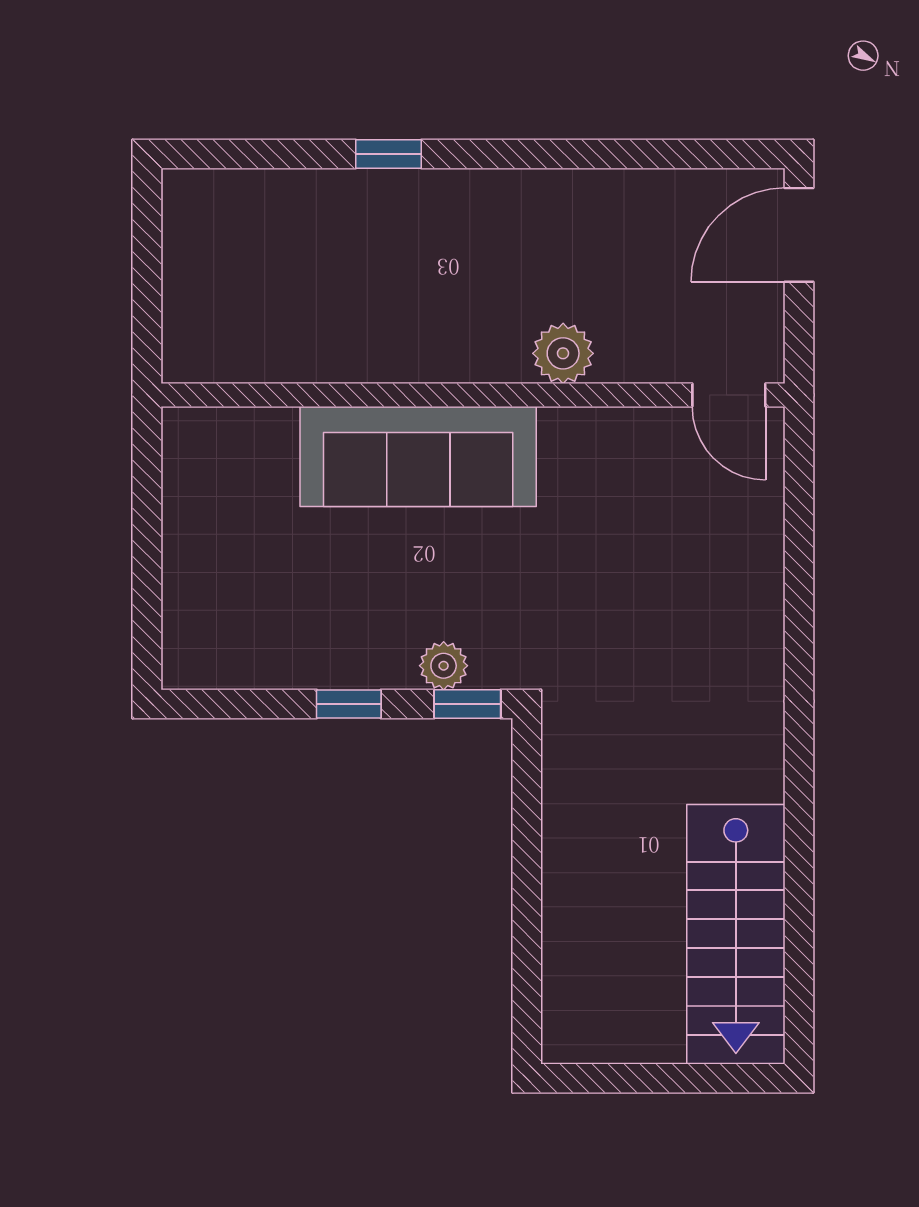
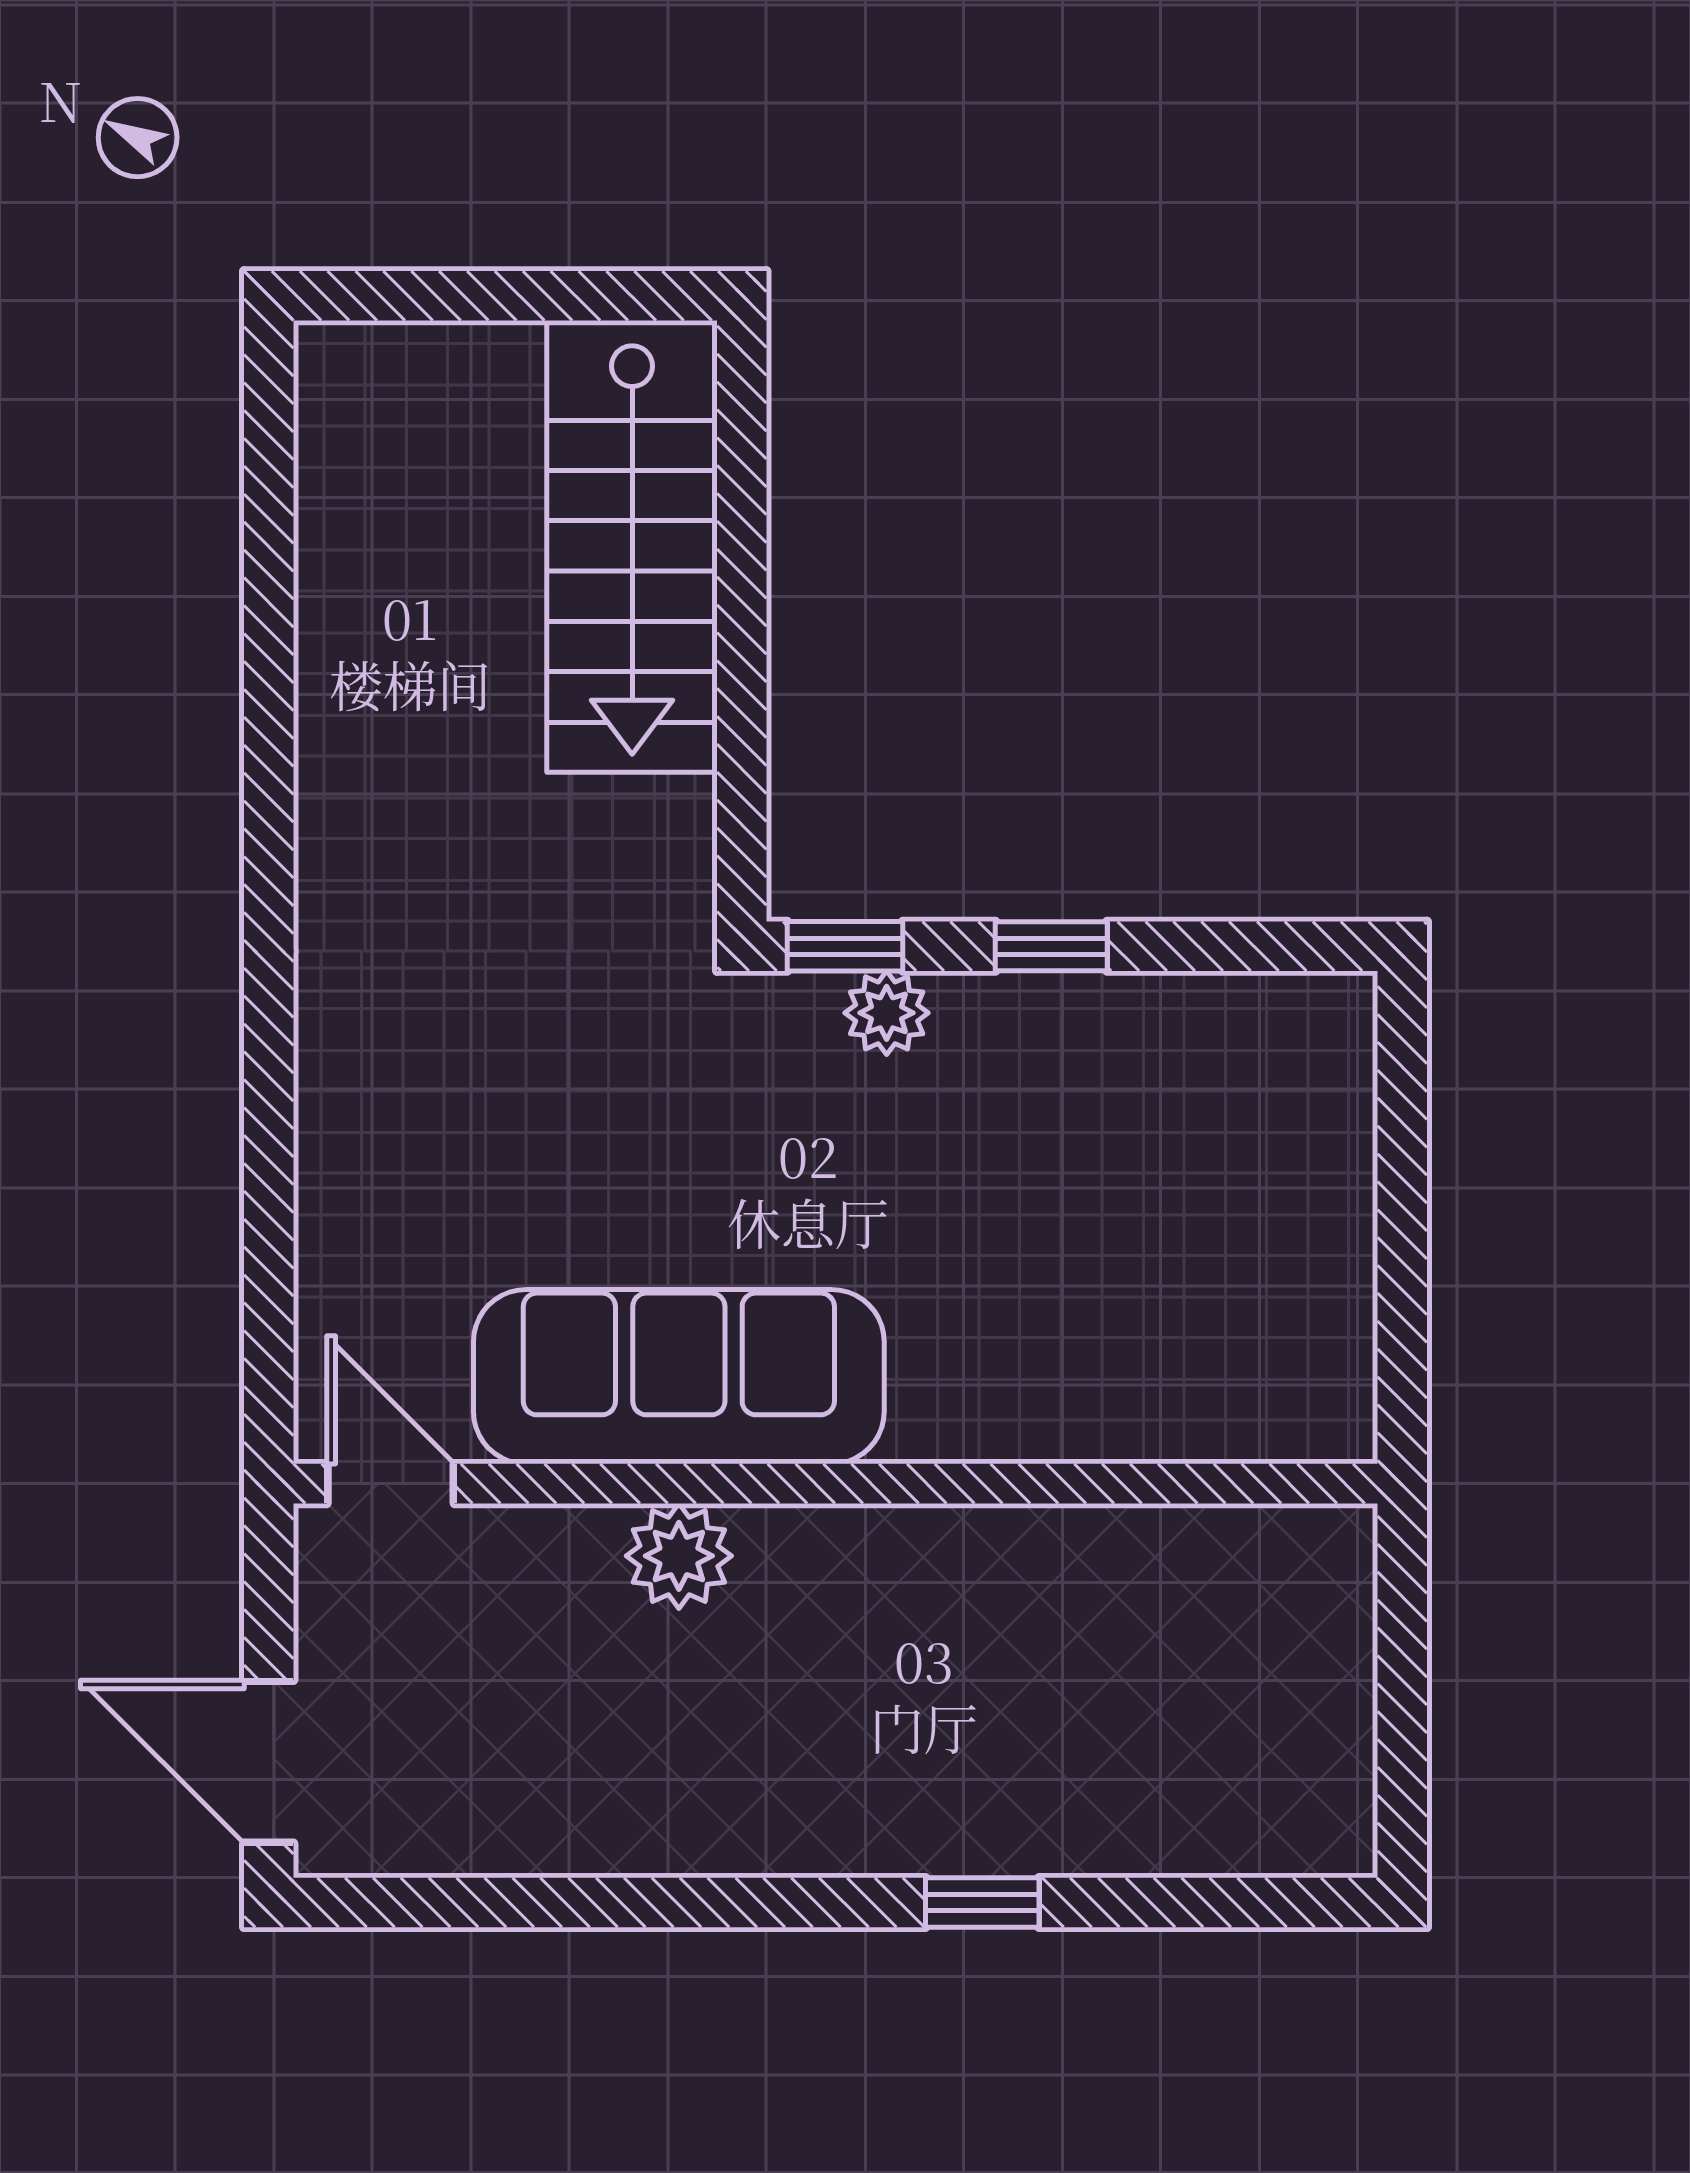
door: (799, 235) -> (269, 1762), swing flipped
sofa: (418, 456) -> (679, 1377), moved
stairs: (736, 934) -> (632, 547), moved, turned 180

